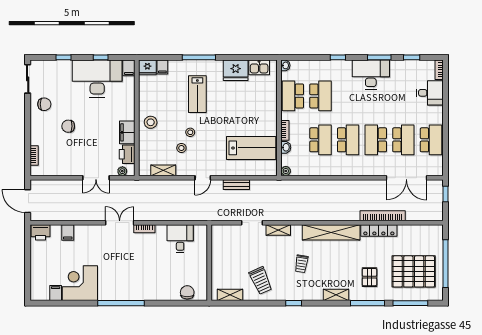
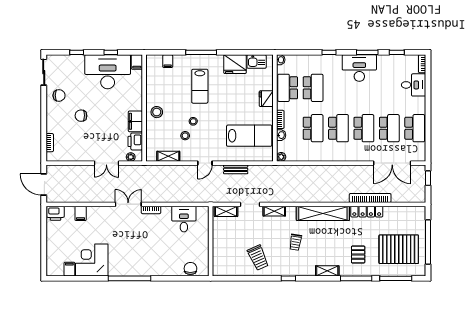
fridge: (147, 67) -> (266, 99), moved, turned 90
school desk: (376, 140) -> (364, 128), turned 180
shelving: (230, 295) -> (226, 211), moved

